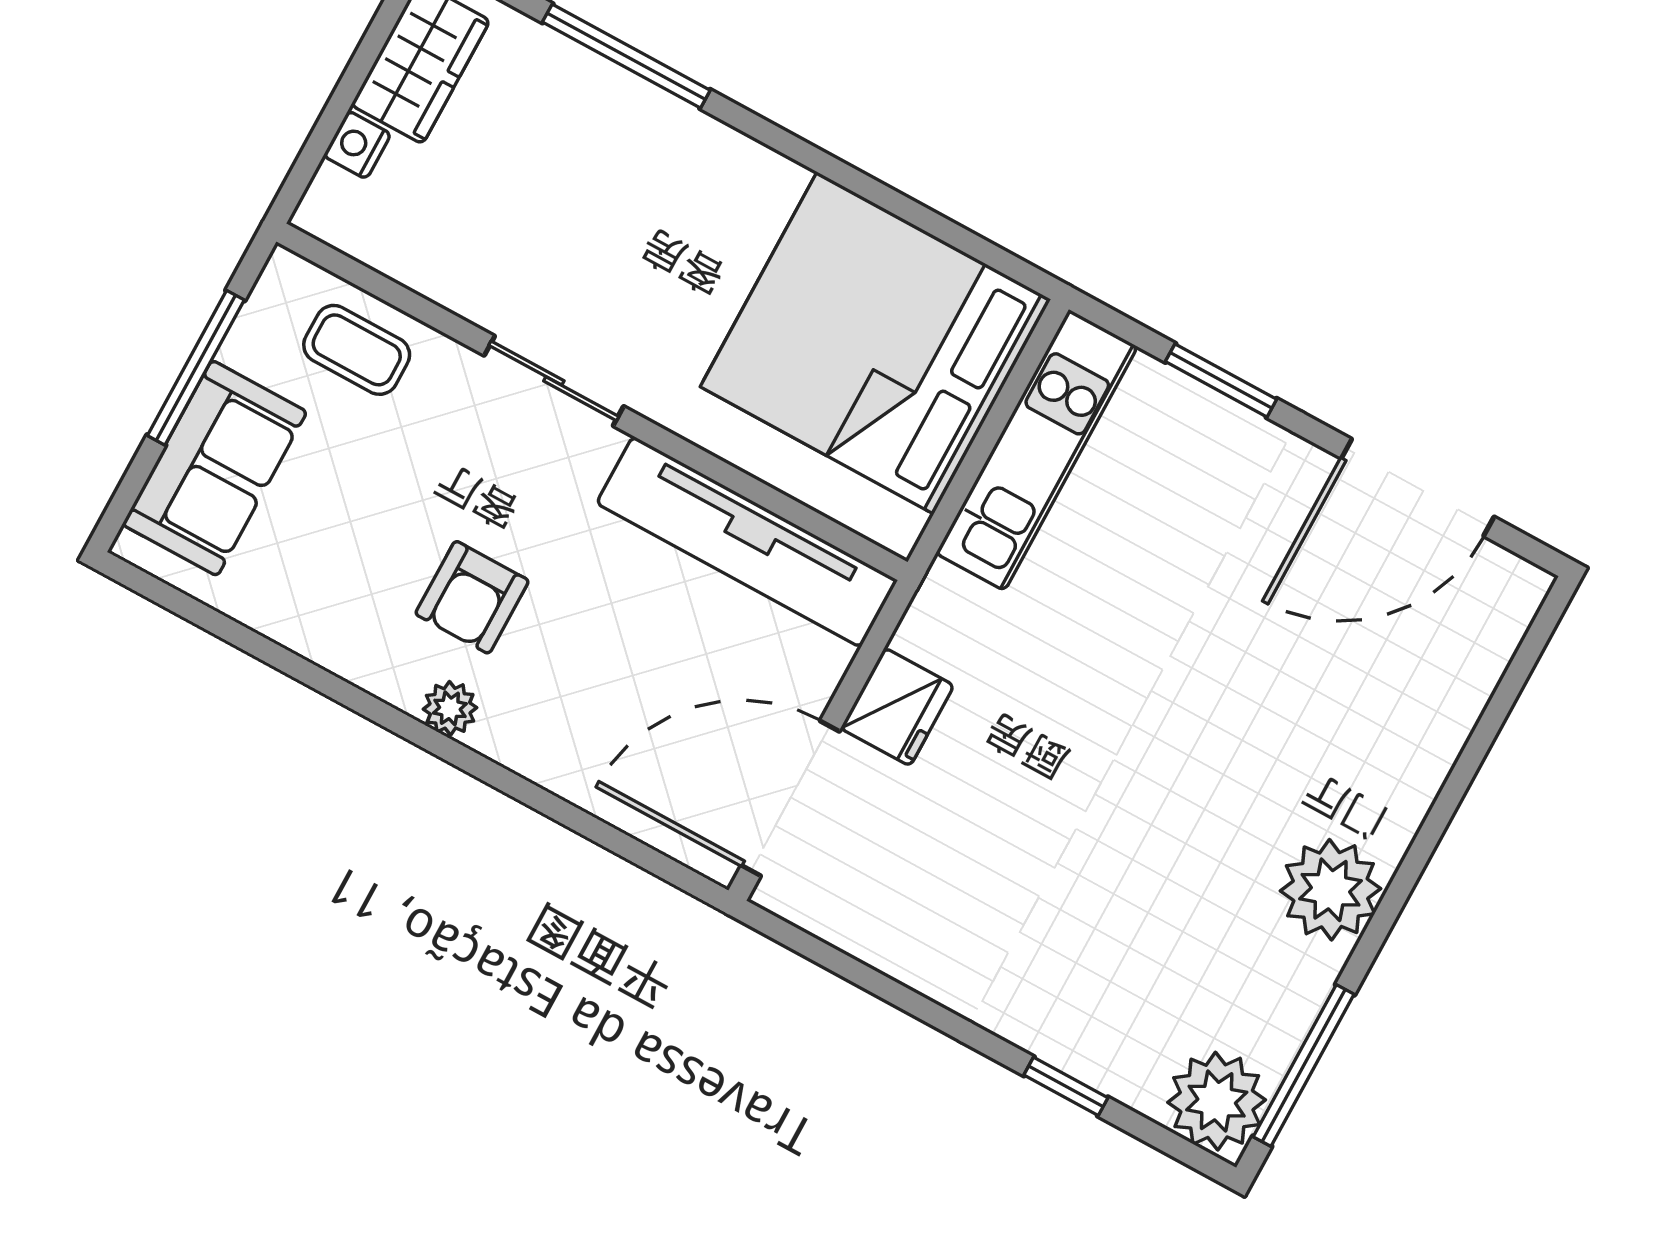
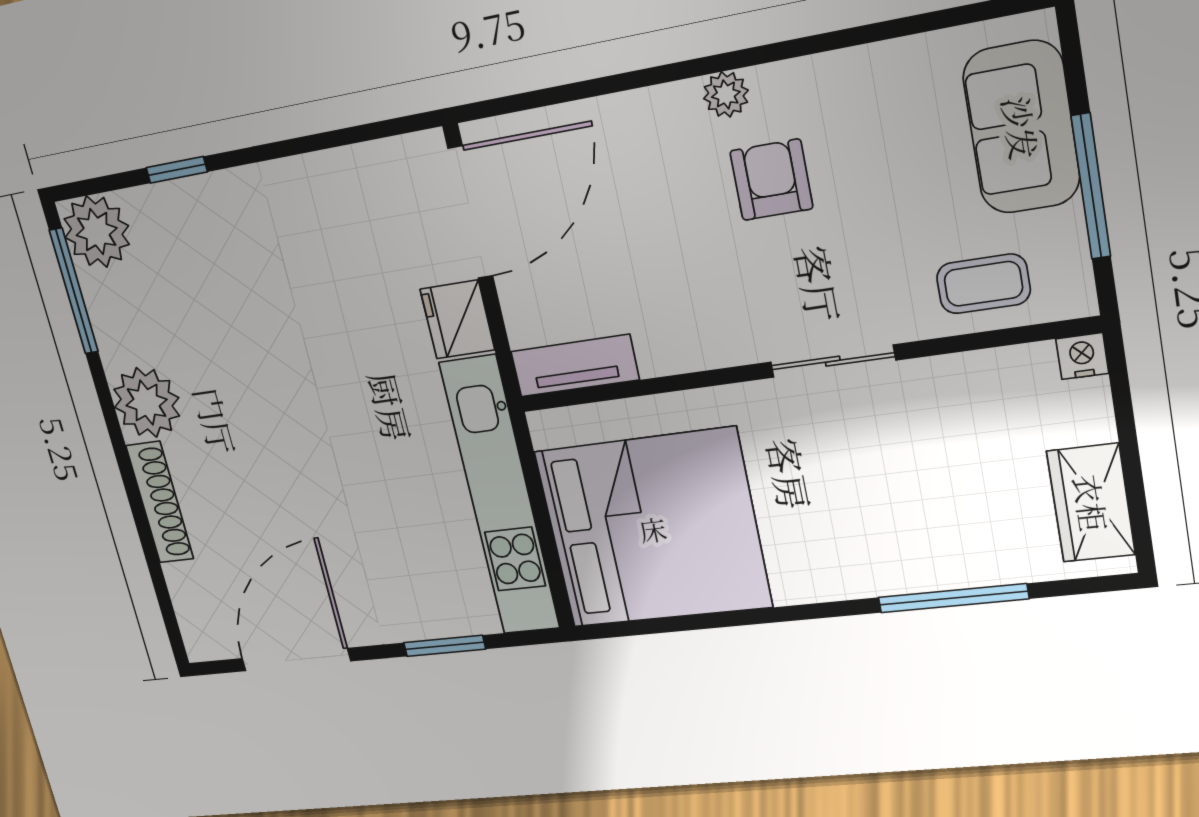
nightstand: (357, 145) -> (1082, 356), moved, turned -90
kitchen unit: (1037, 450) -> (500, 497), width x1.36
tv unit: (747, 542) -> (575, 366), width x0.52, depth x0.78
shoe rack: (1419, 776) -> (160, 502), added

